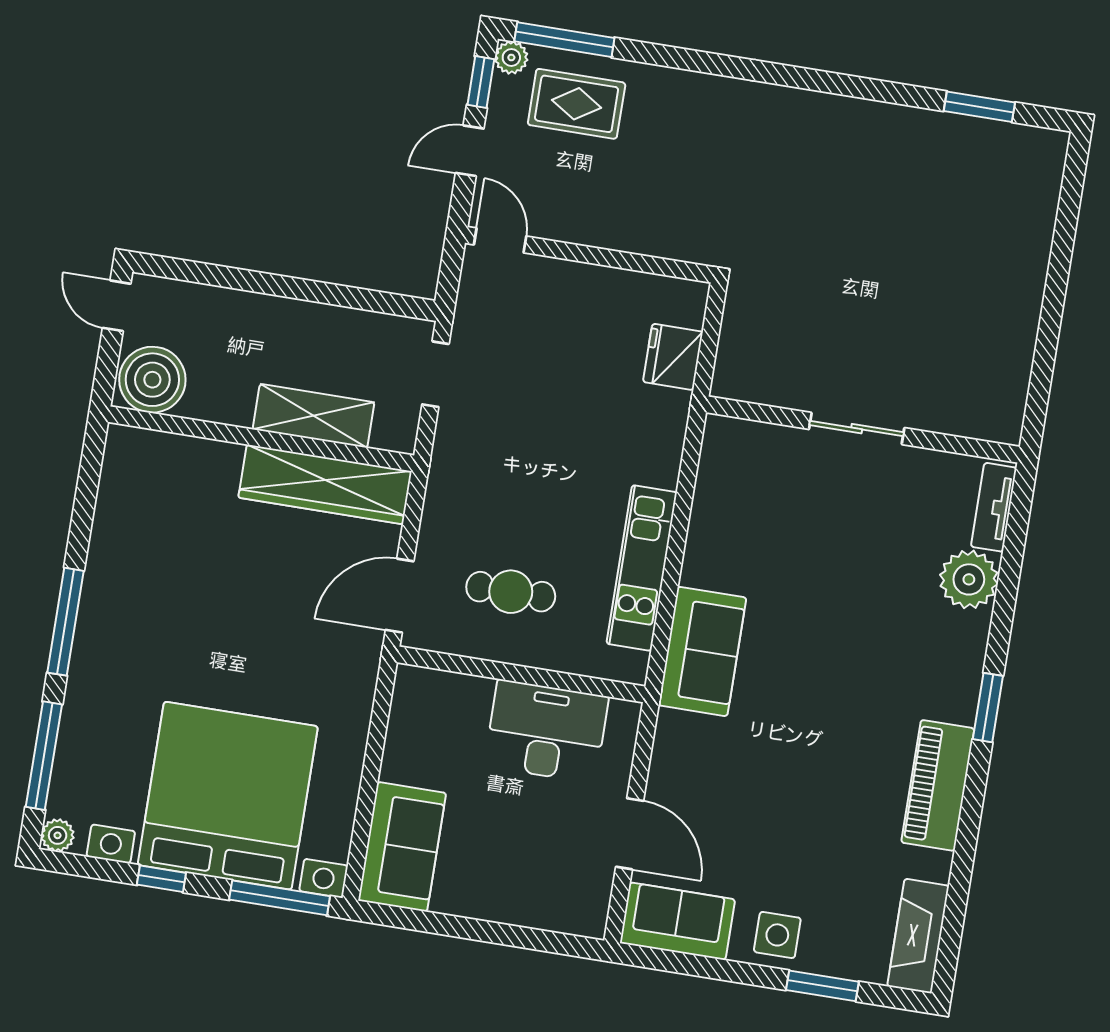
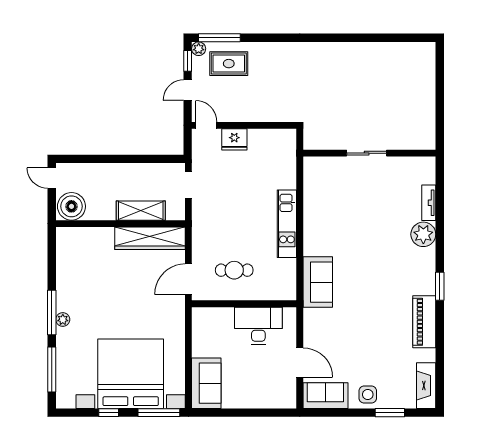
window: (979, 107) -> (396, 38), removed
fridge: (673, 357) -> (234, 139), moved, turned -90
sliding door: (857, 429) -> (367, 153), moved
wall: (863, 430) -> (369, 153), moved
kitchen unit: (642, 568) -> (287, 224), moved
plant: (58, 835) -> (63, 320), moved

